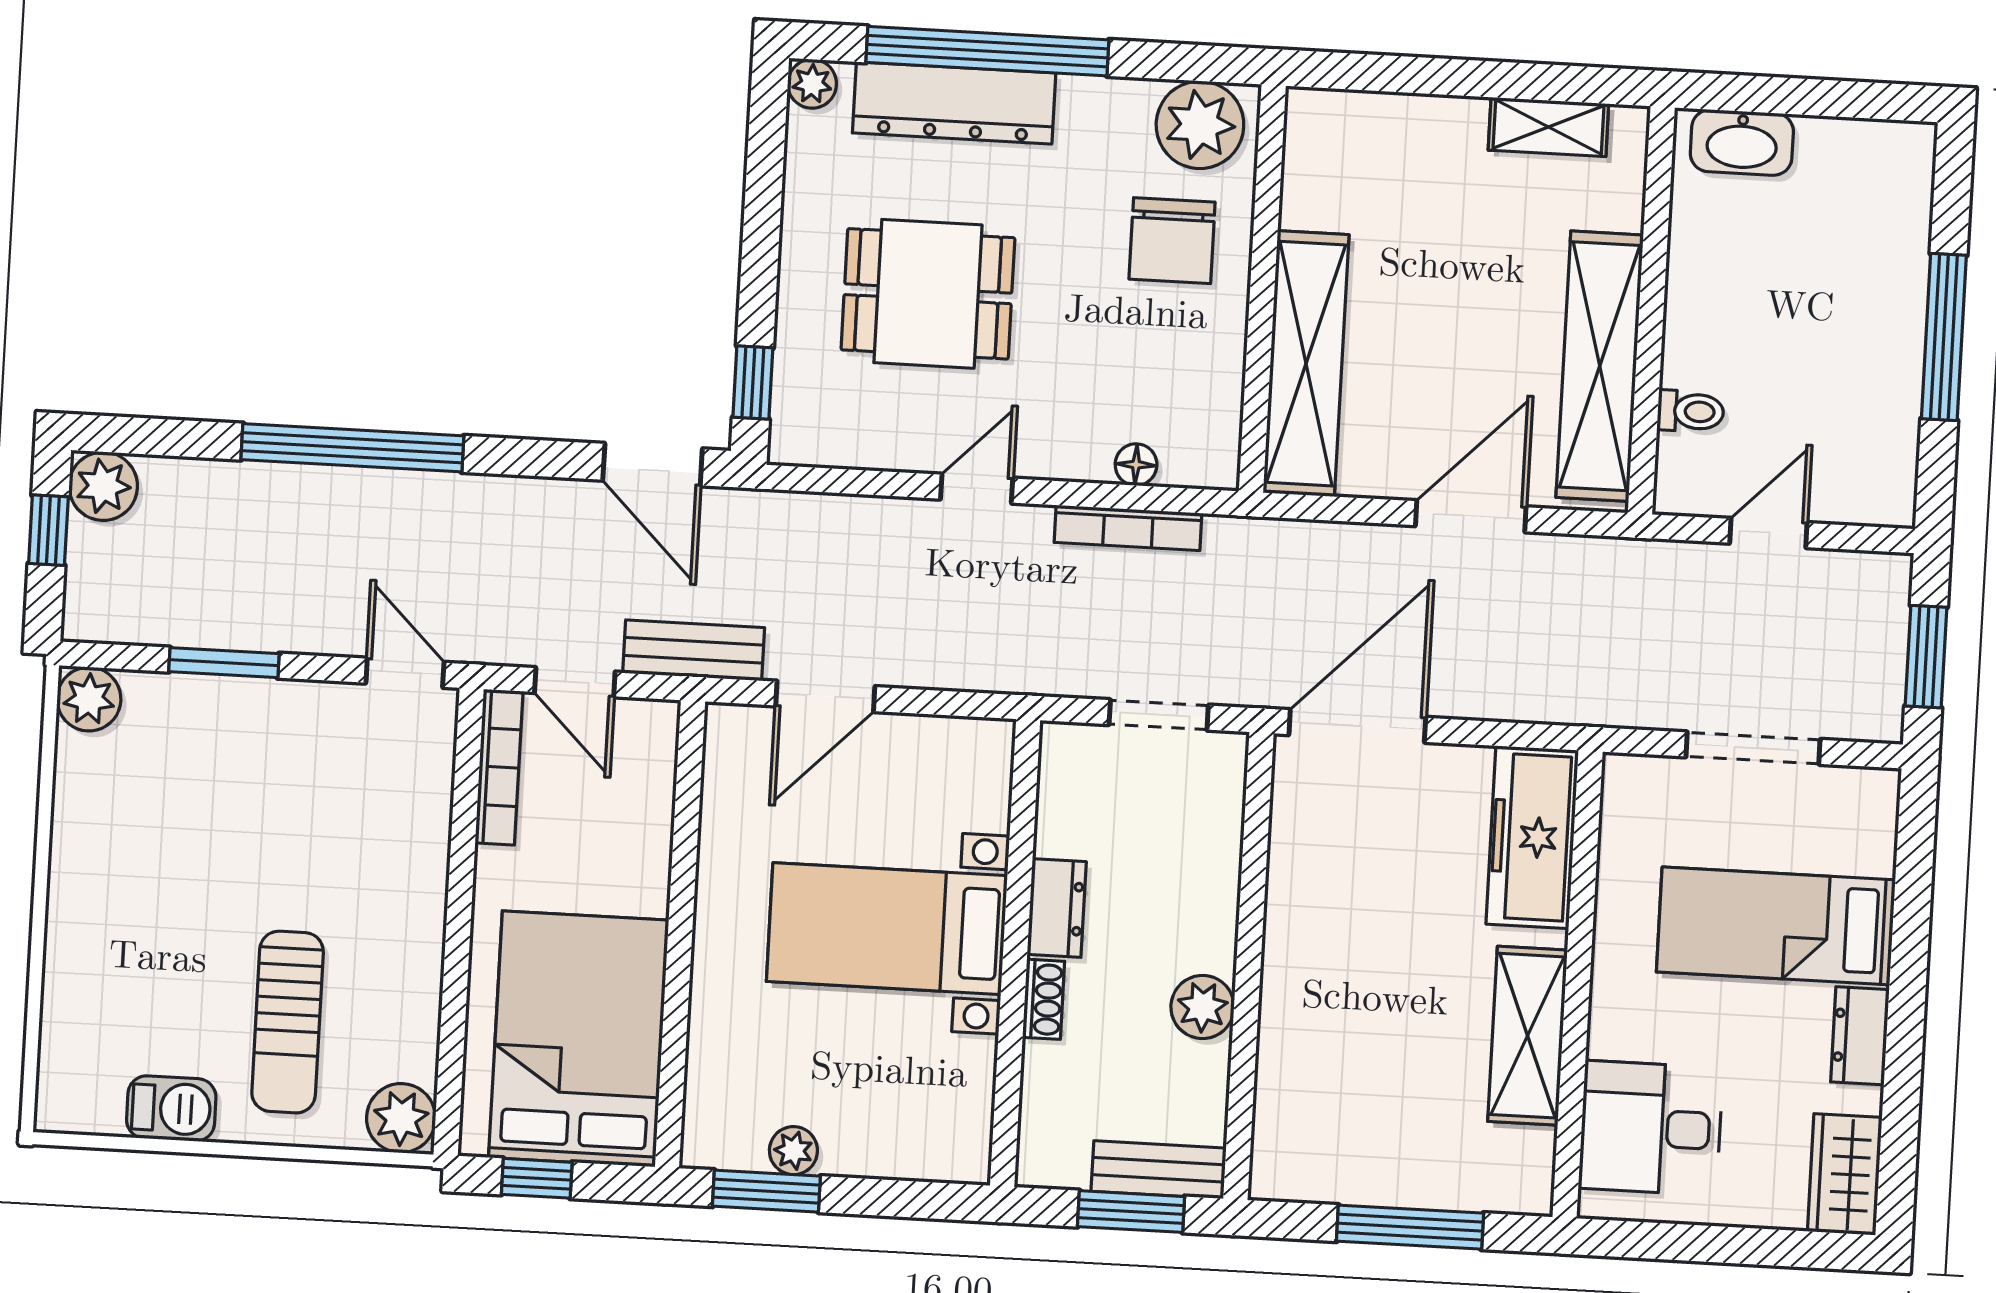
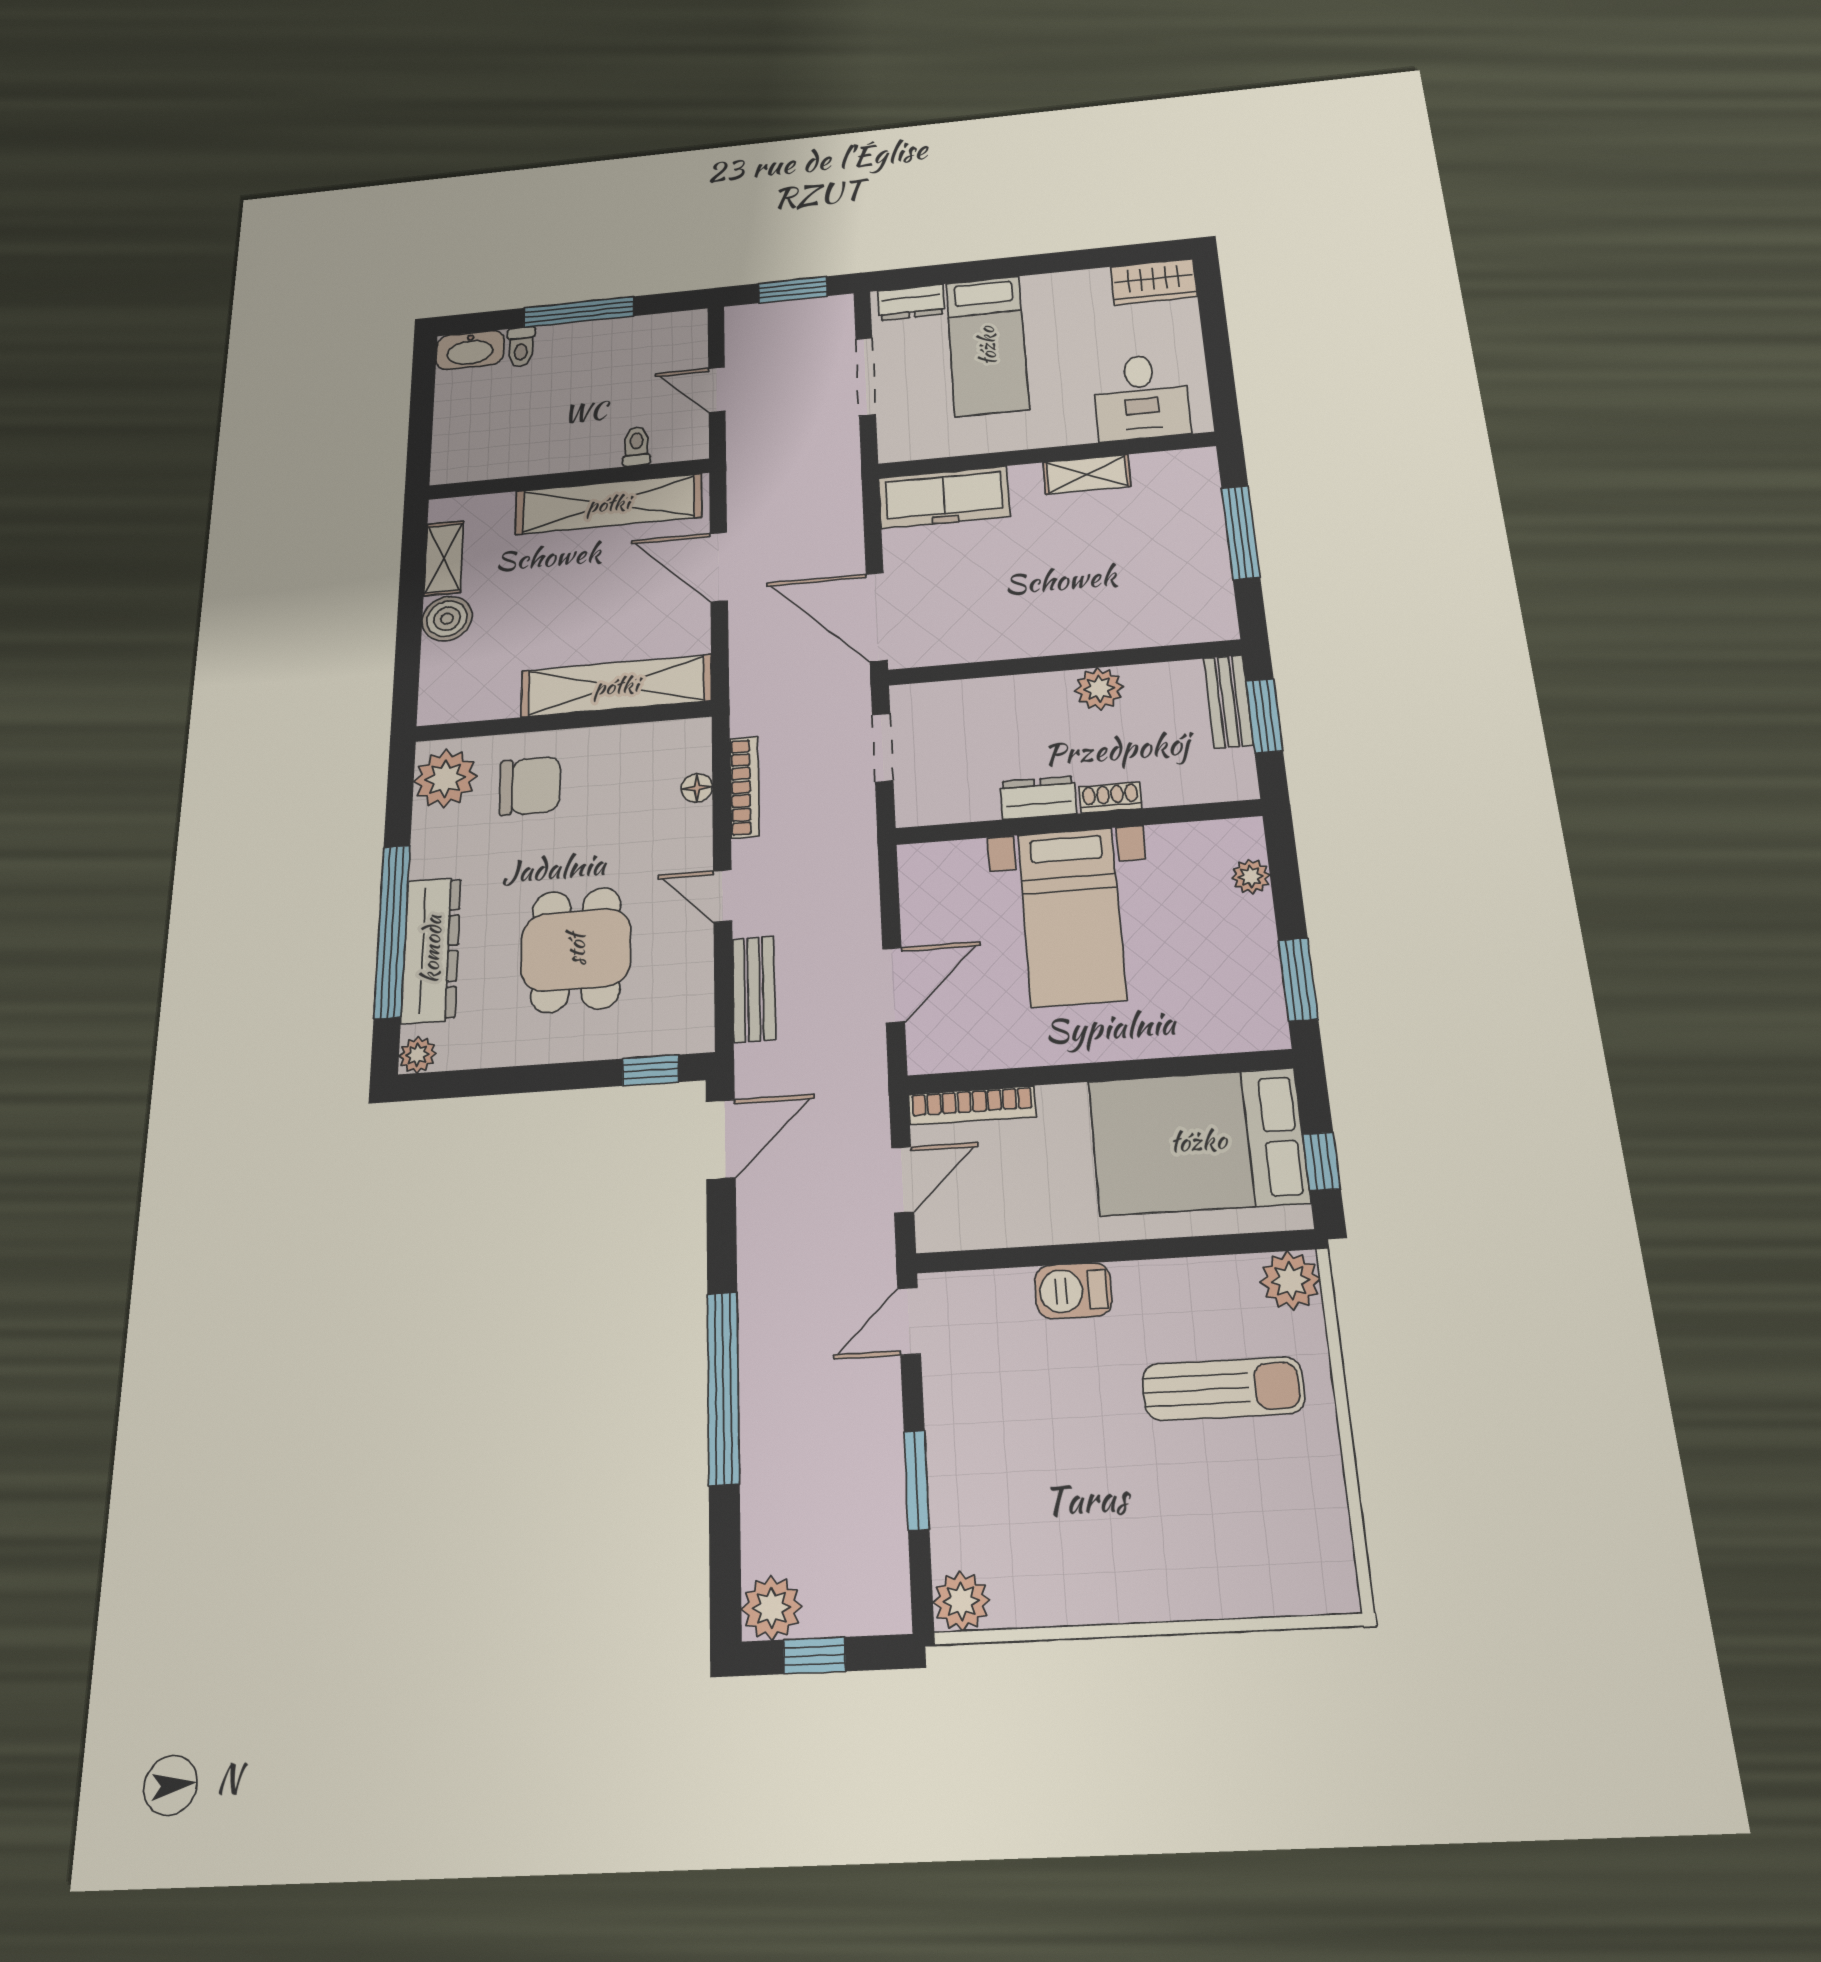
boiler: (1449, 131) -> (447, 619), added
washbasin: (1742, 142) -> (470, 350), moved, turned 90
toilet: (1896, 248) -> (521, 347), added
bench: (694, 650) -> (754, 989), moved
door: (825, 696) -> (894, 985), hinge flipped
bookcase: (499, 767) -> (972, 1105), moved, turned 180
shelving: (1528, 1036) -> (1087, 474), width x0.67, depth x0.75
dresser: (1860, 1036) -> (911, 302), moved
barbecue: (171, 1109) -> (1073, 1291), moved, turned -90
plant: (793, 1151) -> (1251, 877), moved

